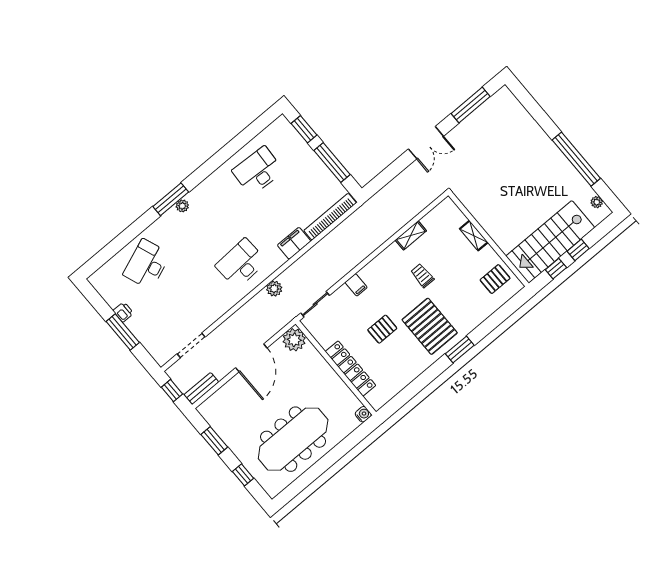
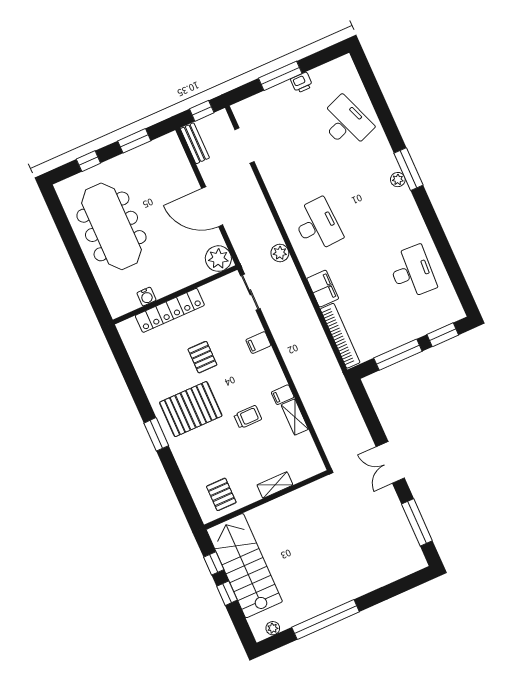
filing cabinet: (395, 251) -> (283, 395), added
water cooler: (363, 414) -> (146, 297), moved

